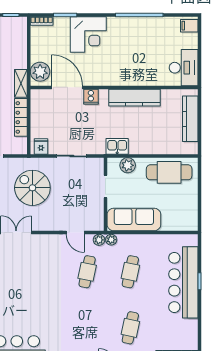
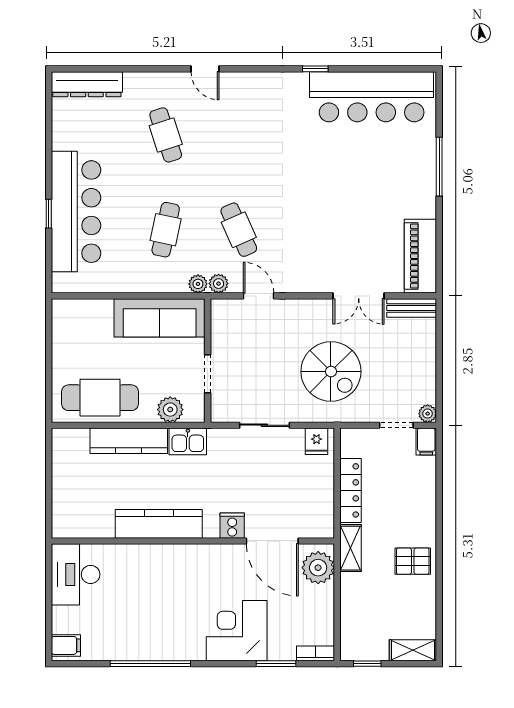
kitchen counter: (190, 119) -> (129, 441), moved, turned 90
cafe table: (87, 272) -> (239, 230), turned -36
cafe table: (130, 328) -> (166, 135), turned -30

